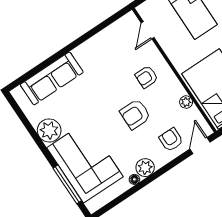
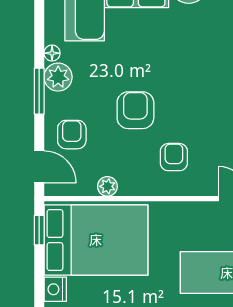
armchair: (171, 140) -> (72, 135), turned -90
window: (159, 173) -> (39, 91), added

